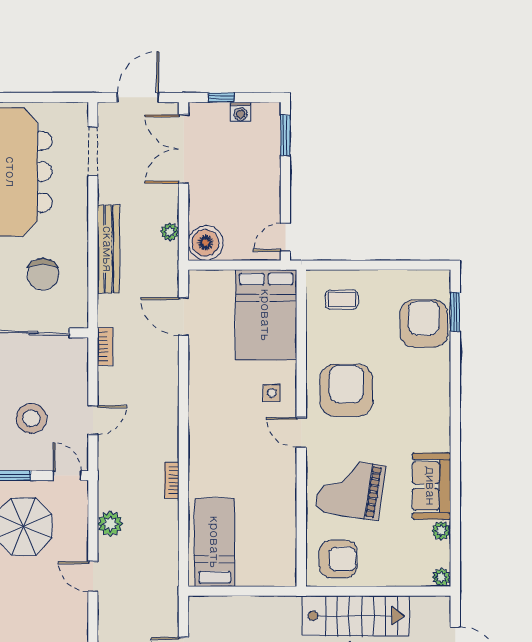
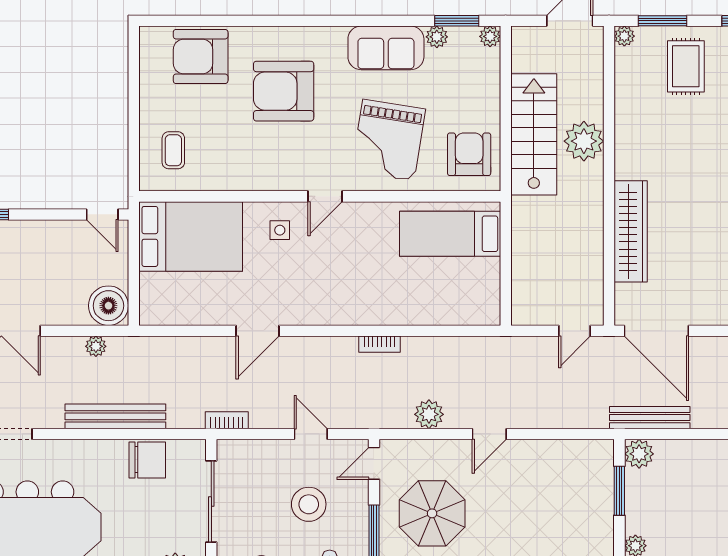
chair: (43, 274) -> (147, 460), moved
window: (455, 312) -> (457, 21), moved
door: (184, 317) -> (258, 331), moved
armchair: (346, 390) -> (284, 91), moved
bed: (215, 542) -> (450, 234), moved

